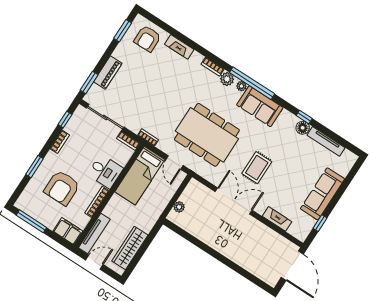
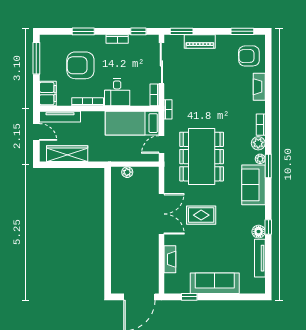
window: (252, 83) -> (268, 166), width x0.47

